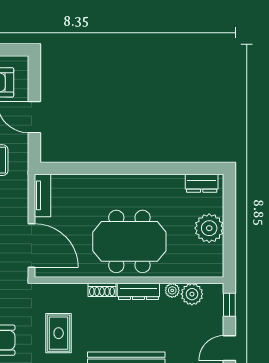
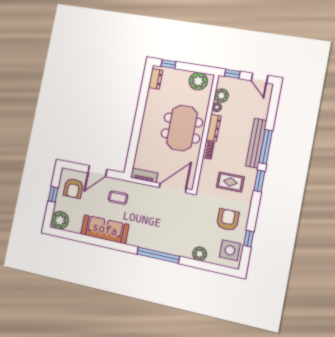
window: (229, 200) -> (168, 64), added
plant: (209, 228) -> (198, 81), moved

